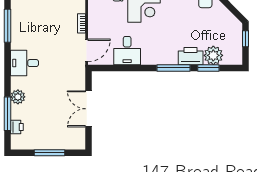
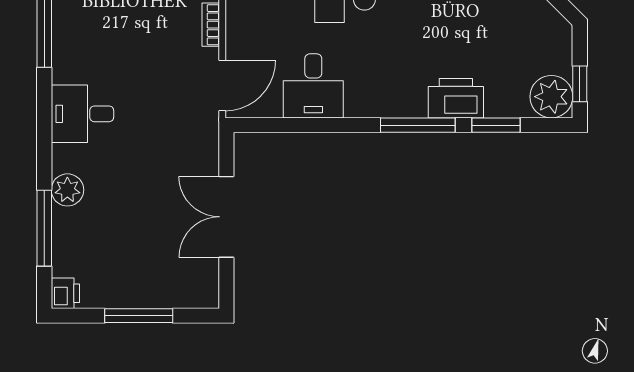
window: (246, 39) -> (580, 84), moved
plant: (213, 55) -> (551, 97), moved
printer: (17, 127) -> (65, 293), moved

